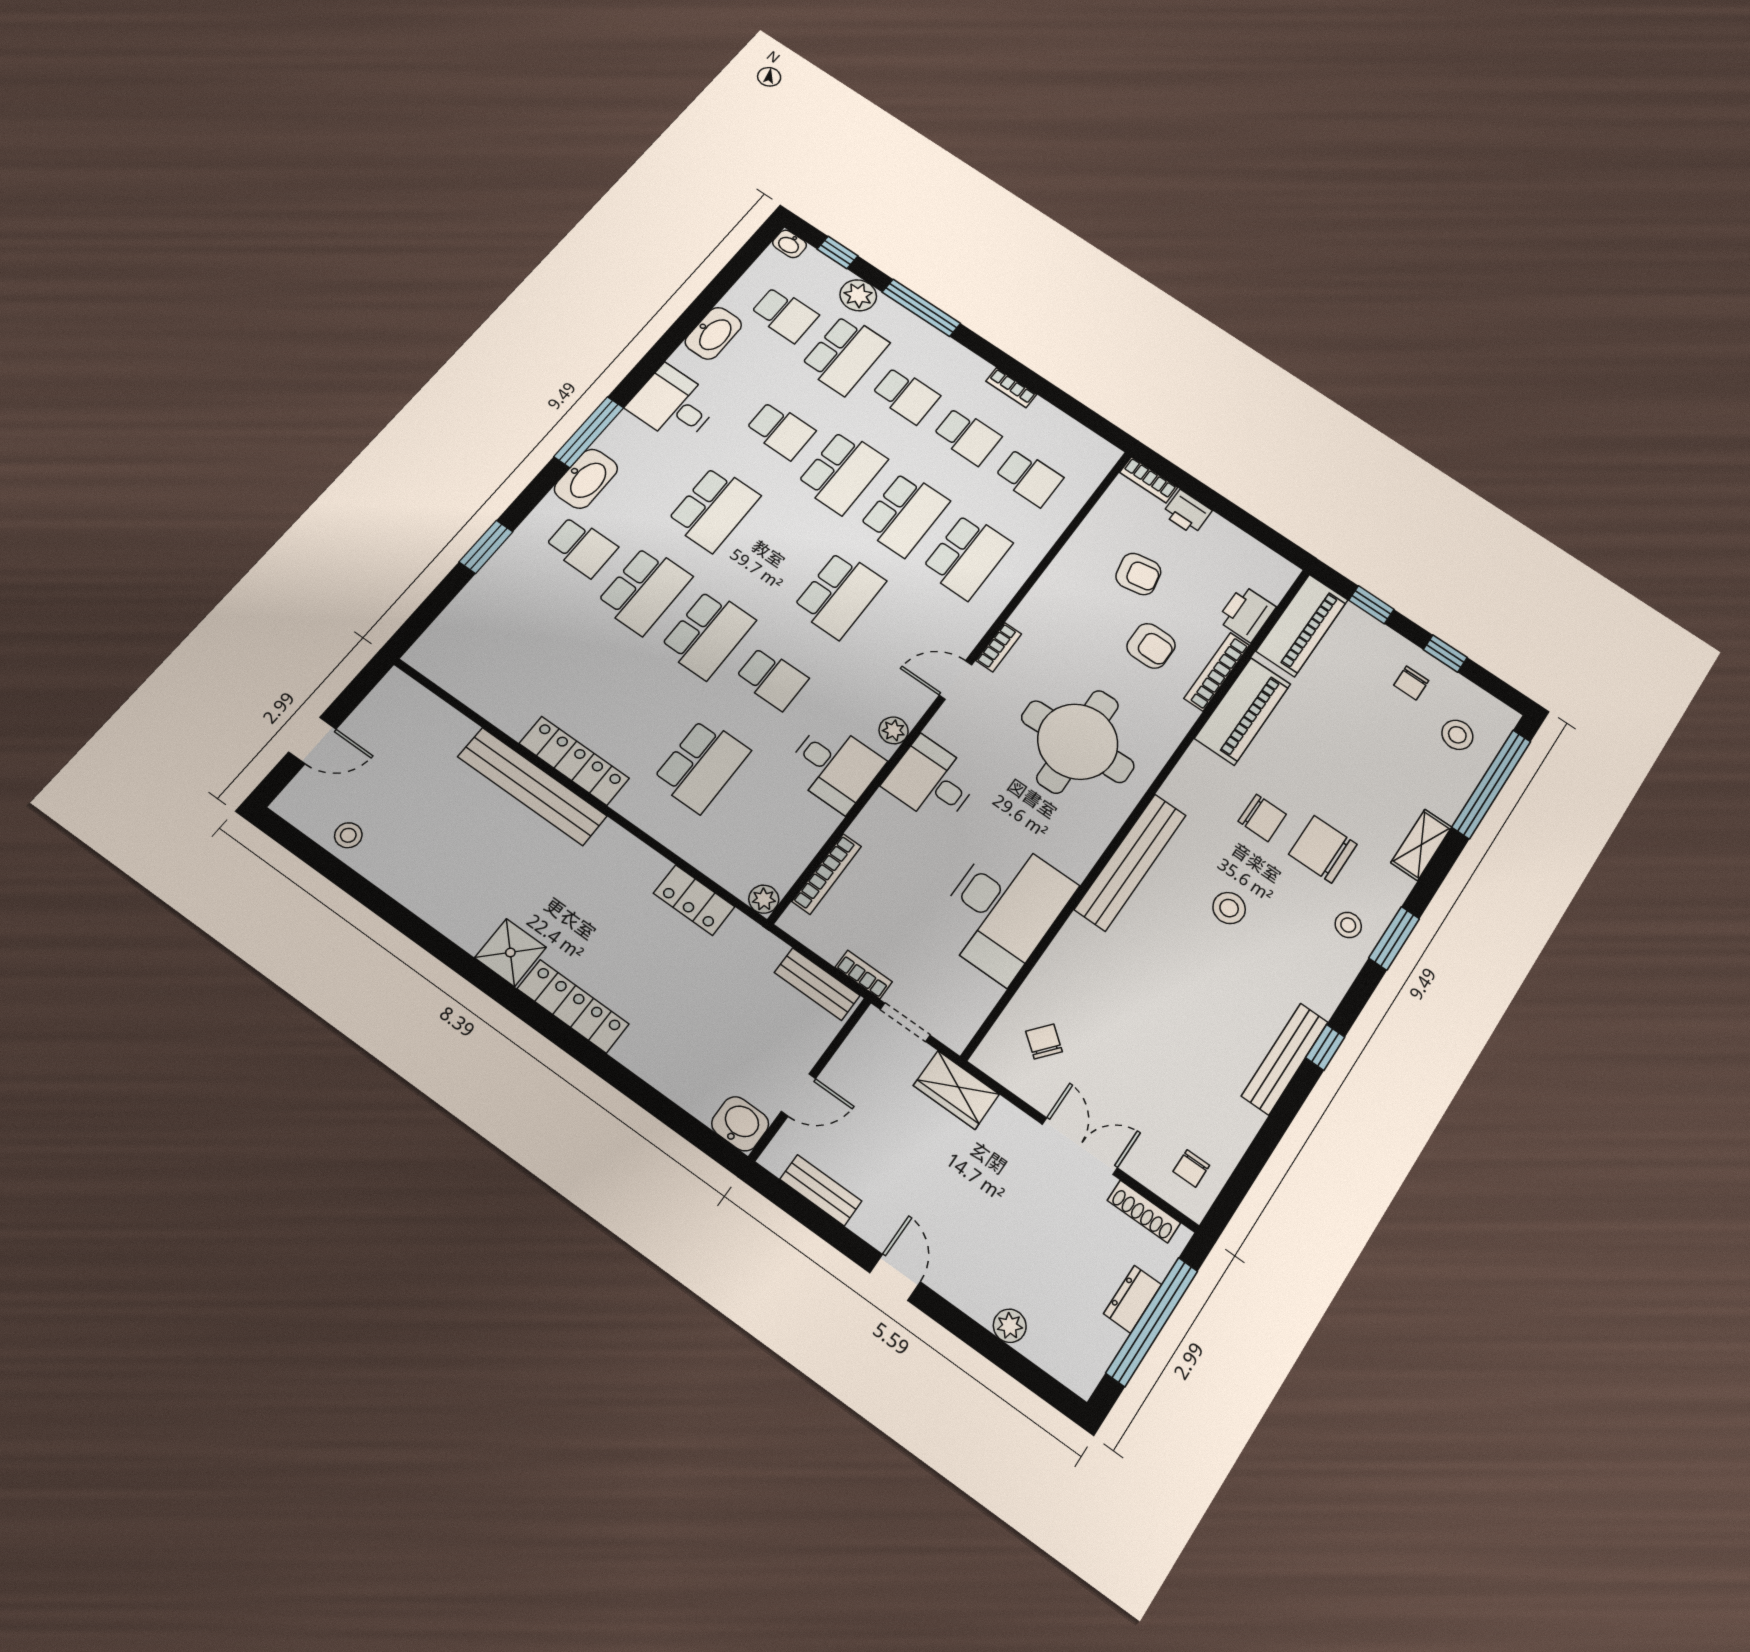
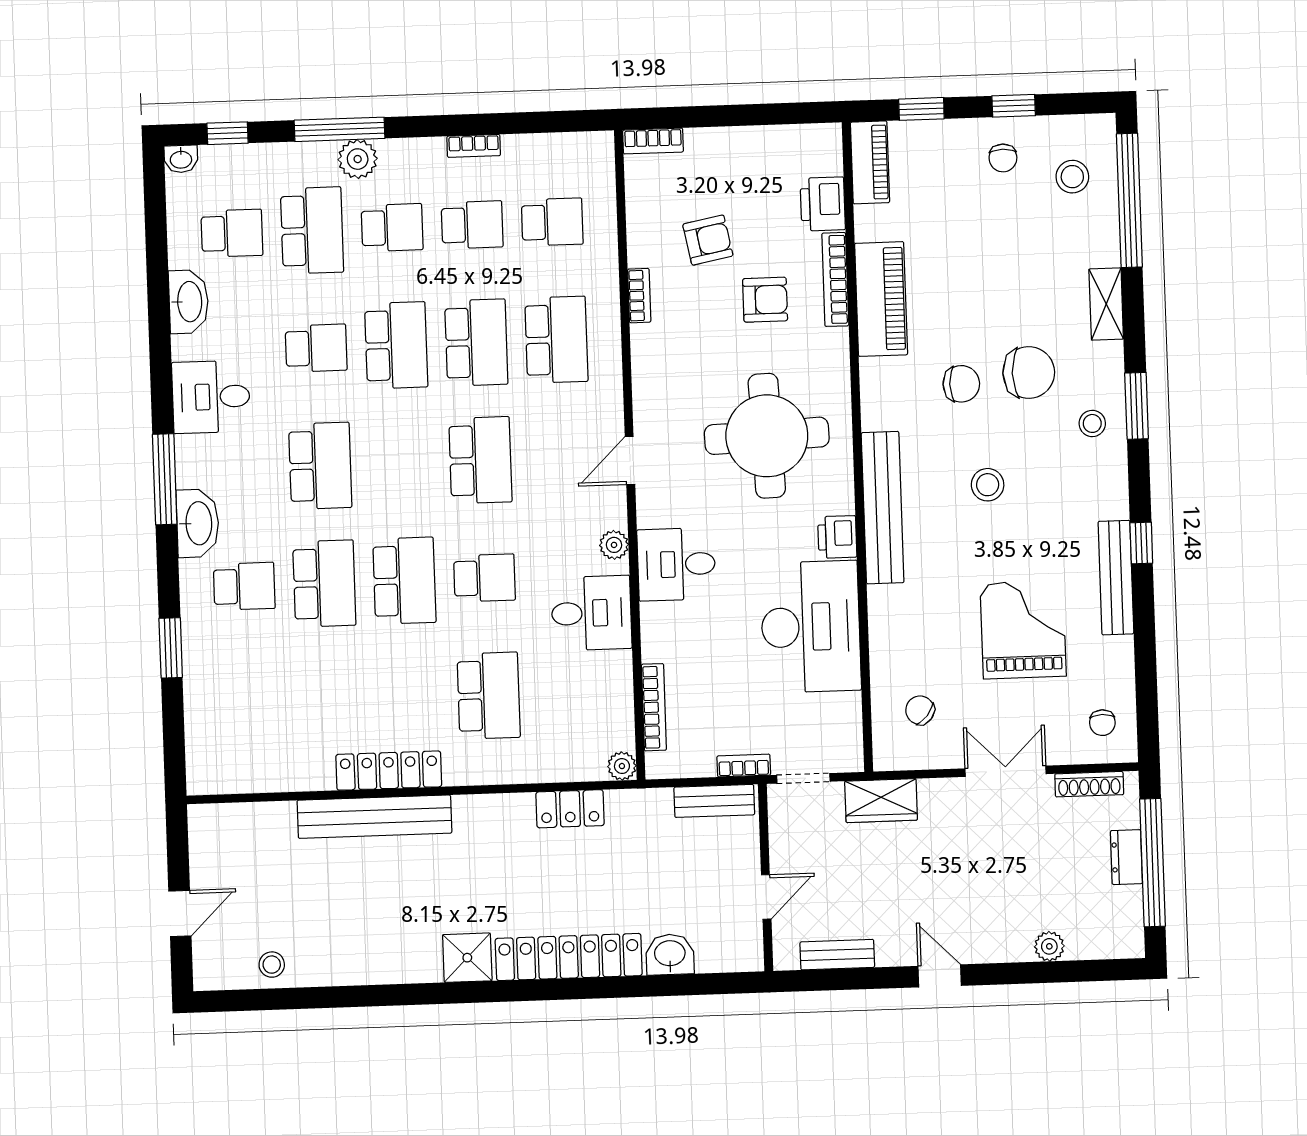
plant: (858, 295) -> (358, 159), moved
printer: (1187, 512) -> (837, 537), moved, turned 90
piano: (1302, 625) -> (870, 162), width x0.73, depth x0.75
bookcase: (999, 647) -> (639, 296), moved
chair: (1323, 849) -> (1029, 373), turned 180
locker: (573, 1006) -> (569, 957), width x1.41, depth x1.21
grand piano: (1177, 1042) -> (1023, 630), added
washbasin: (740, 1124) -> (670, 954), moved

